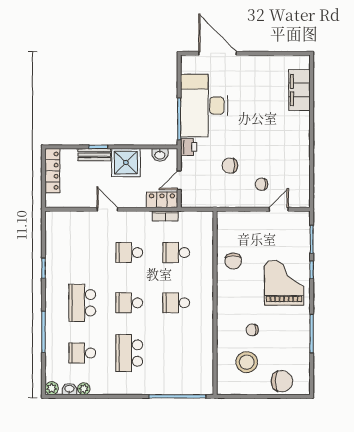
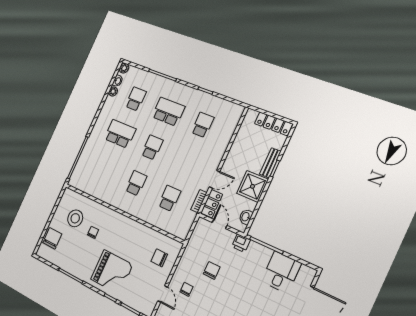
desk: (204, 106) -> (281, 272), width x0.53, depth x0.77
door: (107, 209) -> (214, 179), moved
school desk: (129, 253) -> (203, 125), moved
chair: (233, 261) -> (159, 258), moved
chair: (282, 381) -> (52, 238), turned 180

